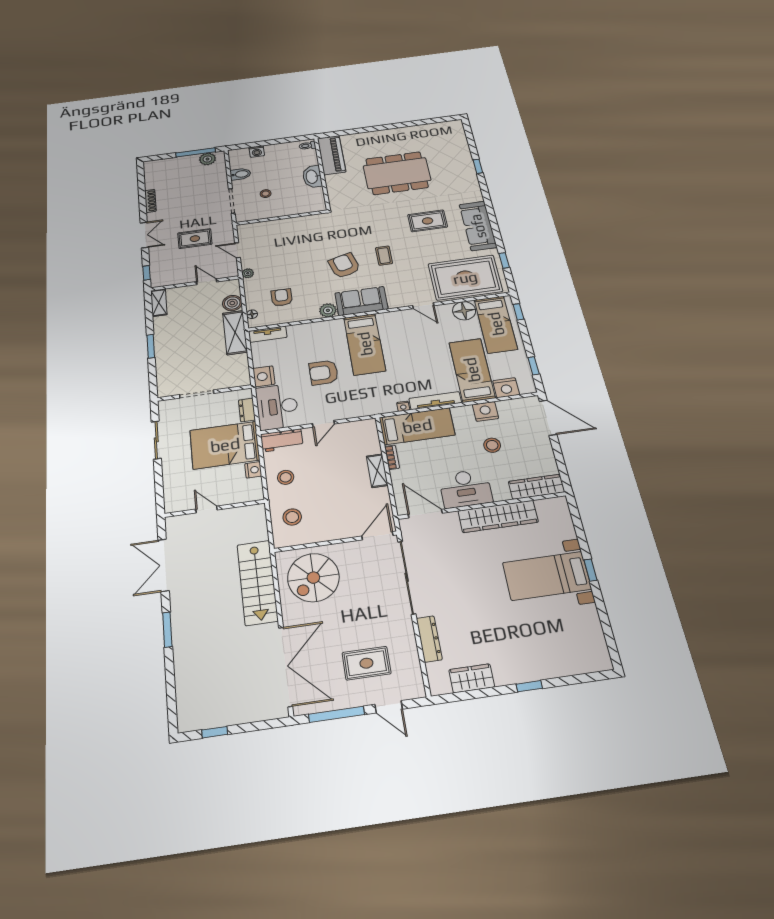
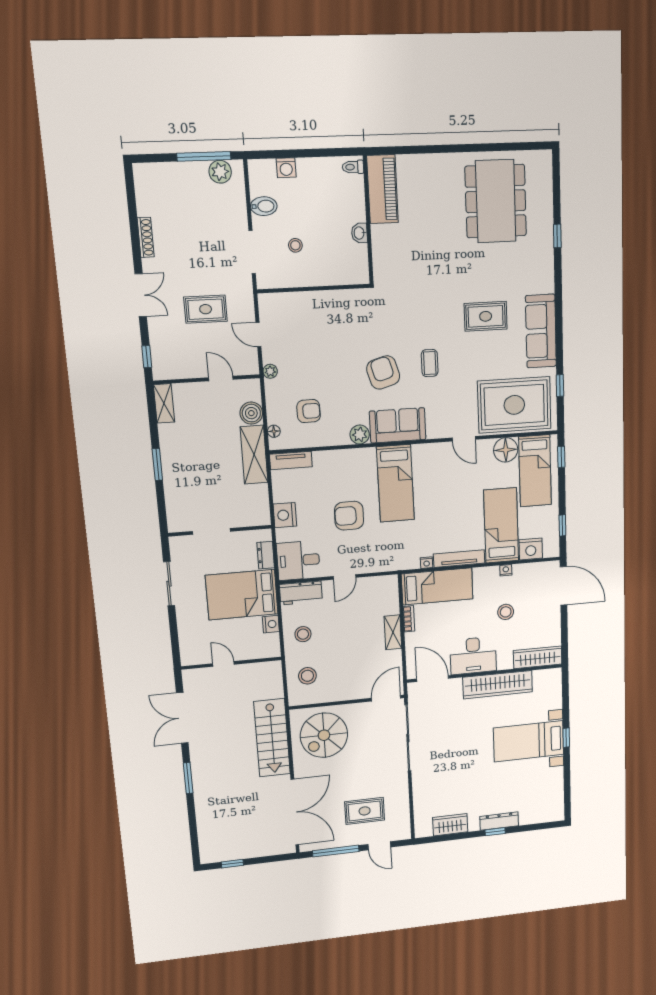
dining table: (397, 173) -> (496, 201), moved, turned 90
washbasin: (312, 177) -> (359, 233), width x0.52, depth x0.69
armchair: (282, 297) -> (309, 411), turned 89
desk: (277, 407) -> (298, 560), width x0.73
nightstand: (485, 411) -> (506, 570), width x0.53, depth x0.56
dresser: (429, 639) -> (499, 821), moved, turned -90

